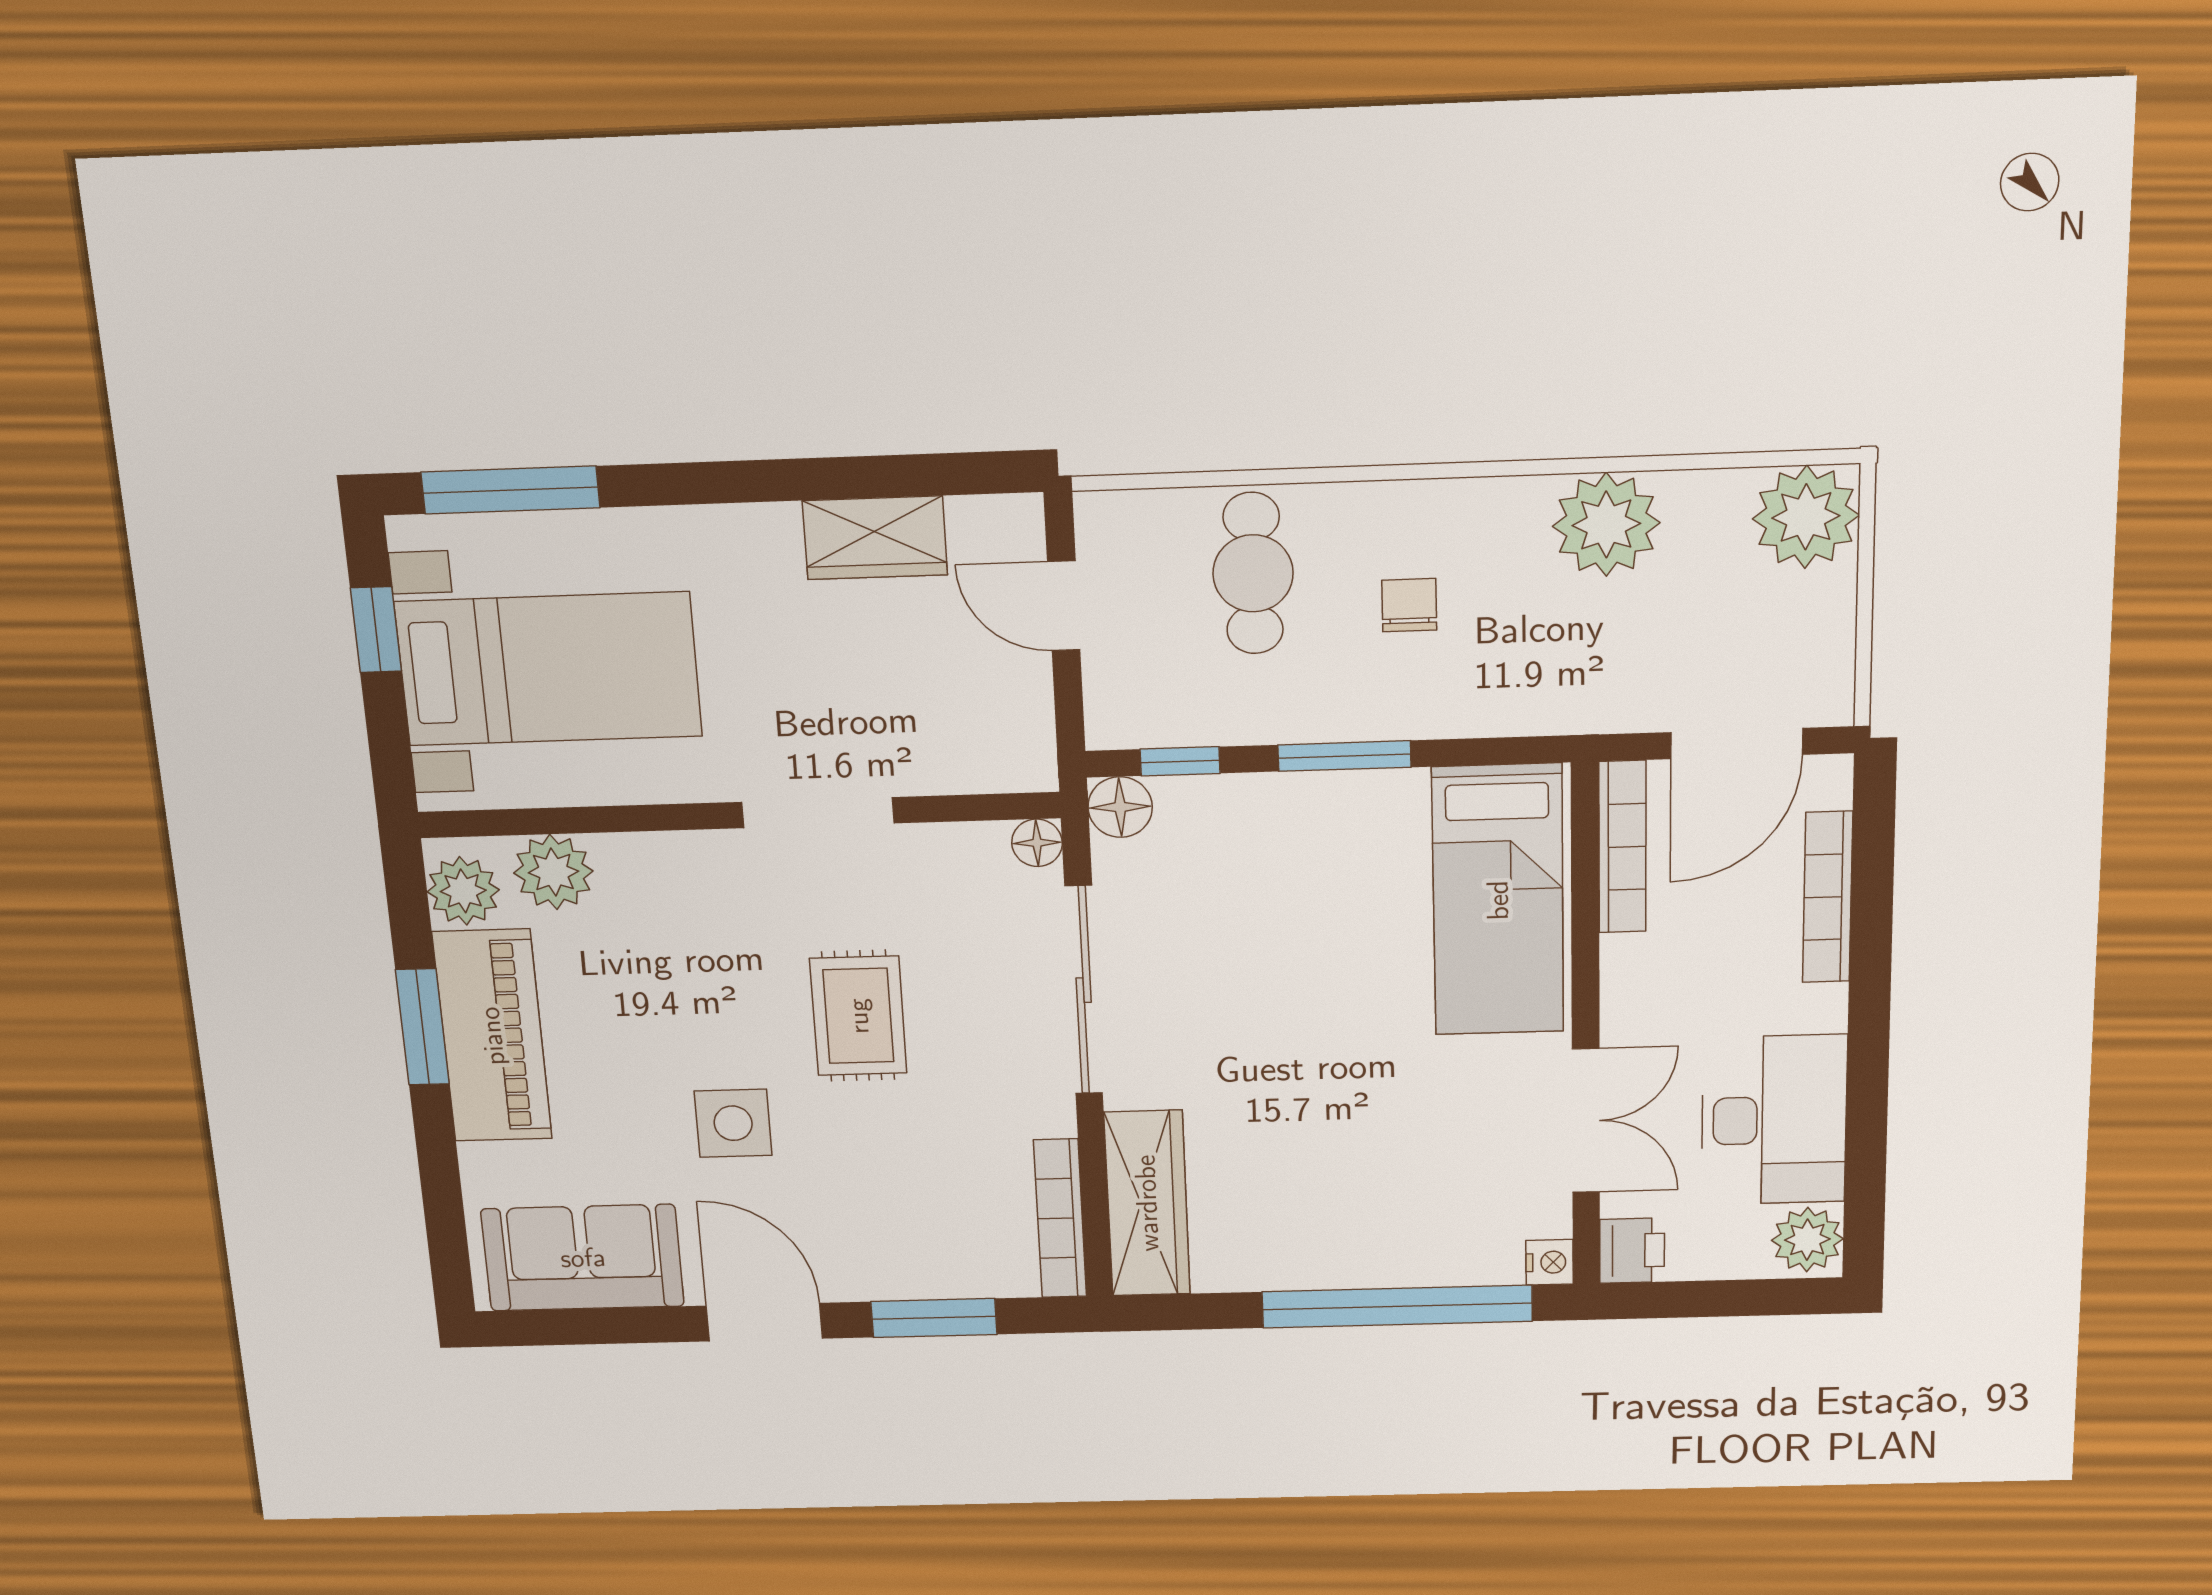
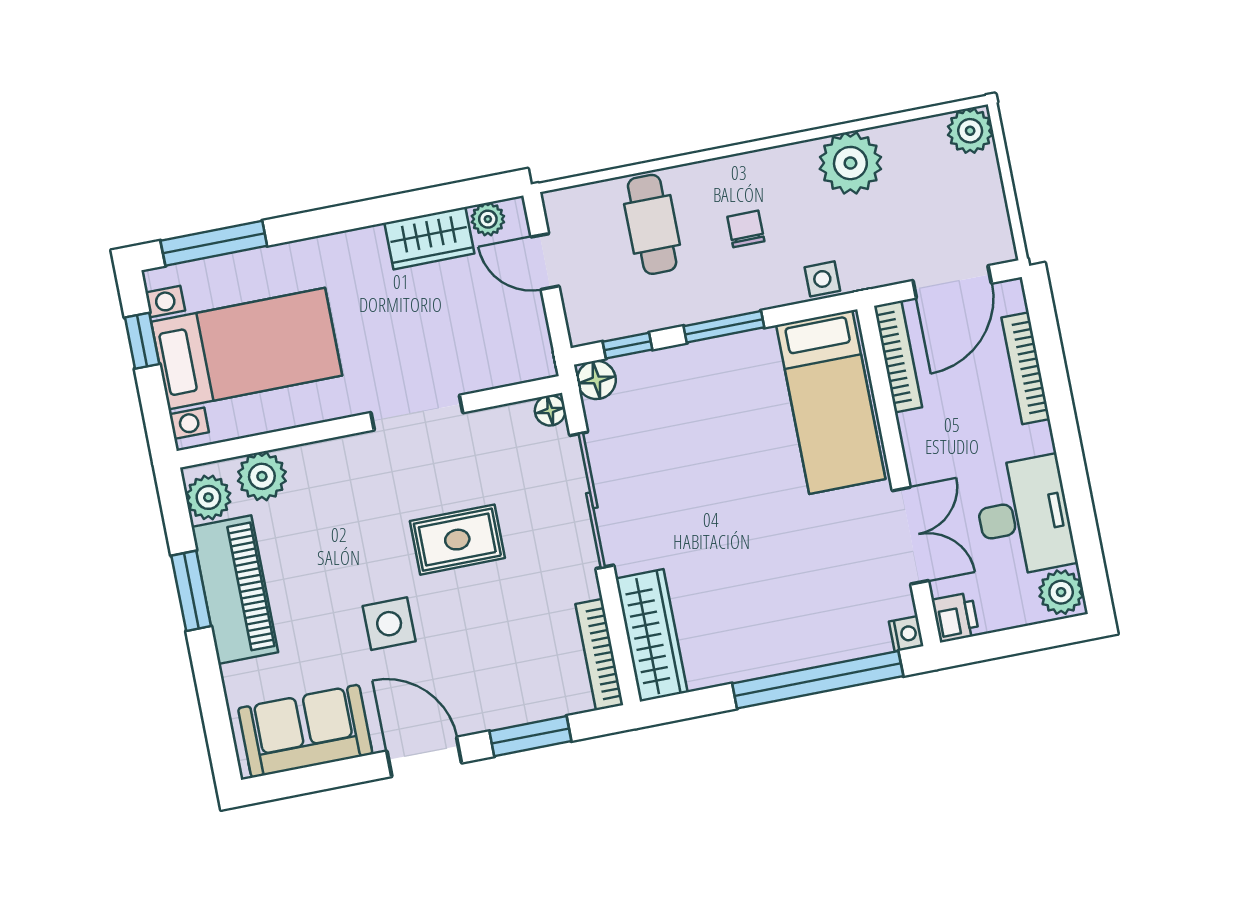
plant: (1806, 517) -> (970, 131), width x0.73, depth x0.73
plant: (978, 522) -> (488, 219), added
side table: (1522, 705) -> (822, 279), added
rug: (858, 1016) -> (457, 540), turned 90

